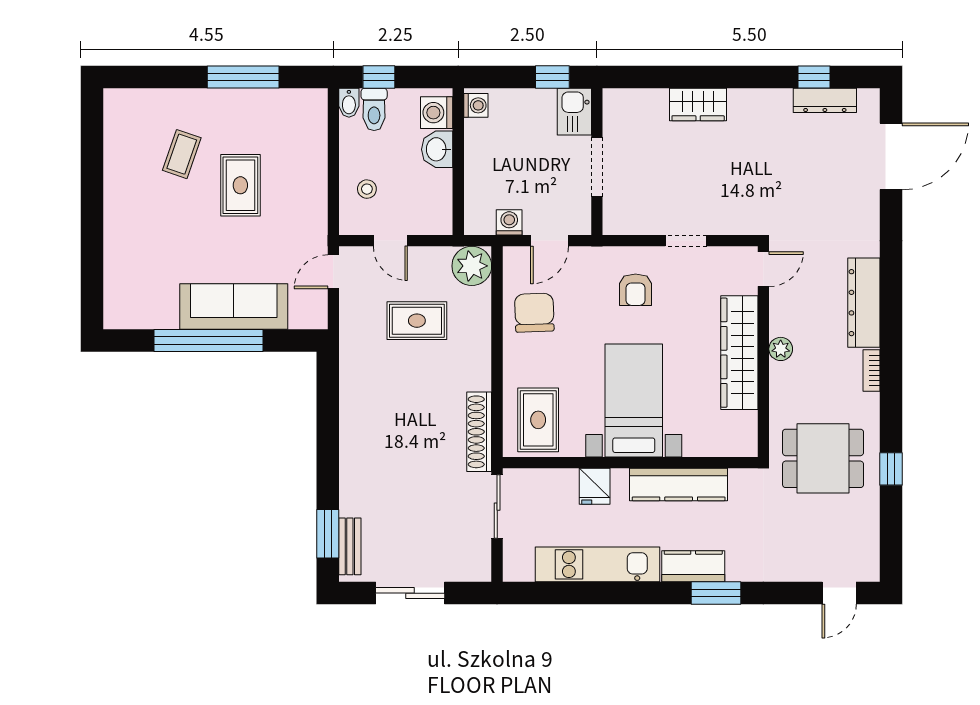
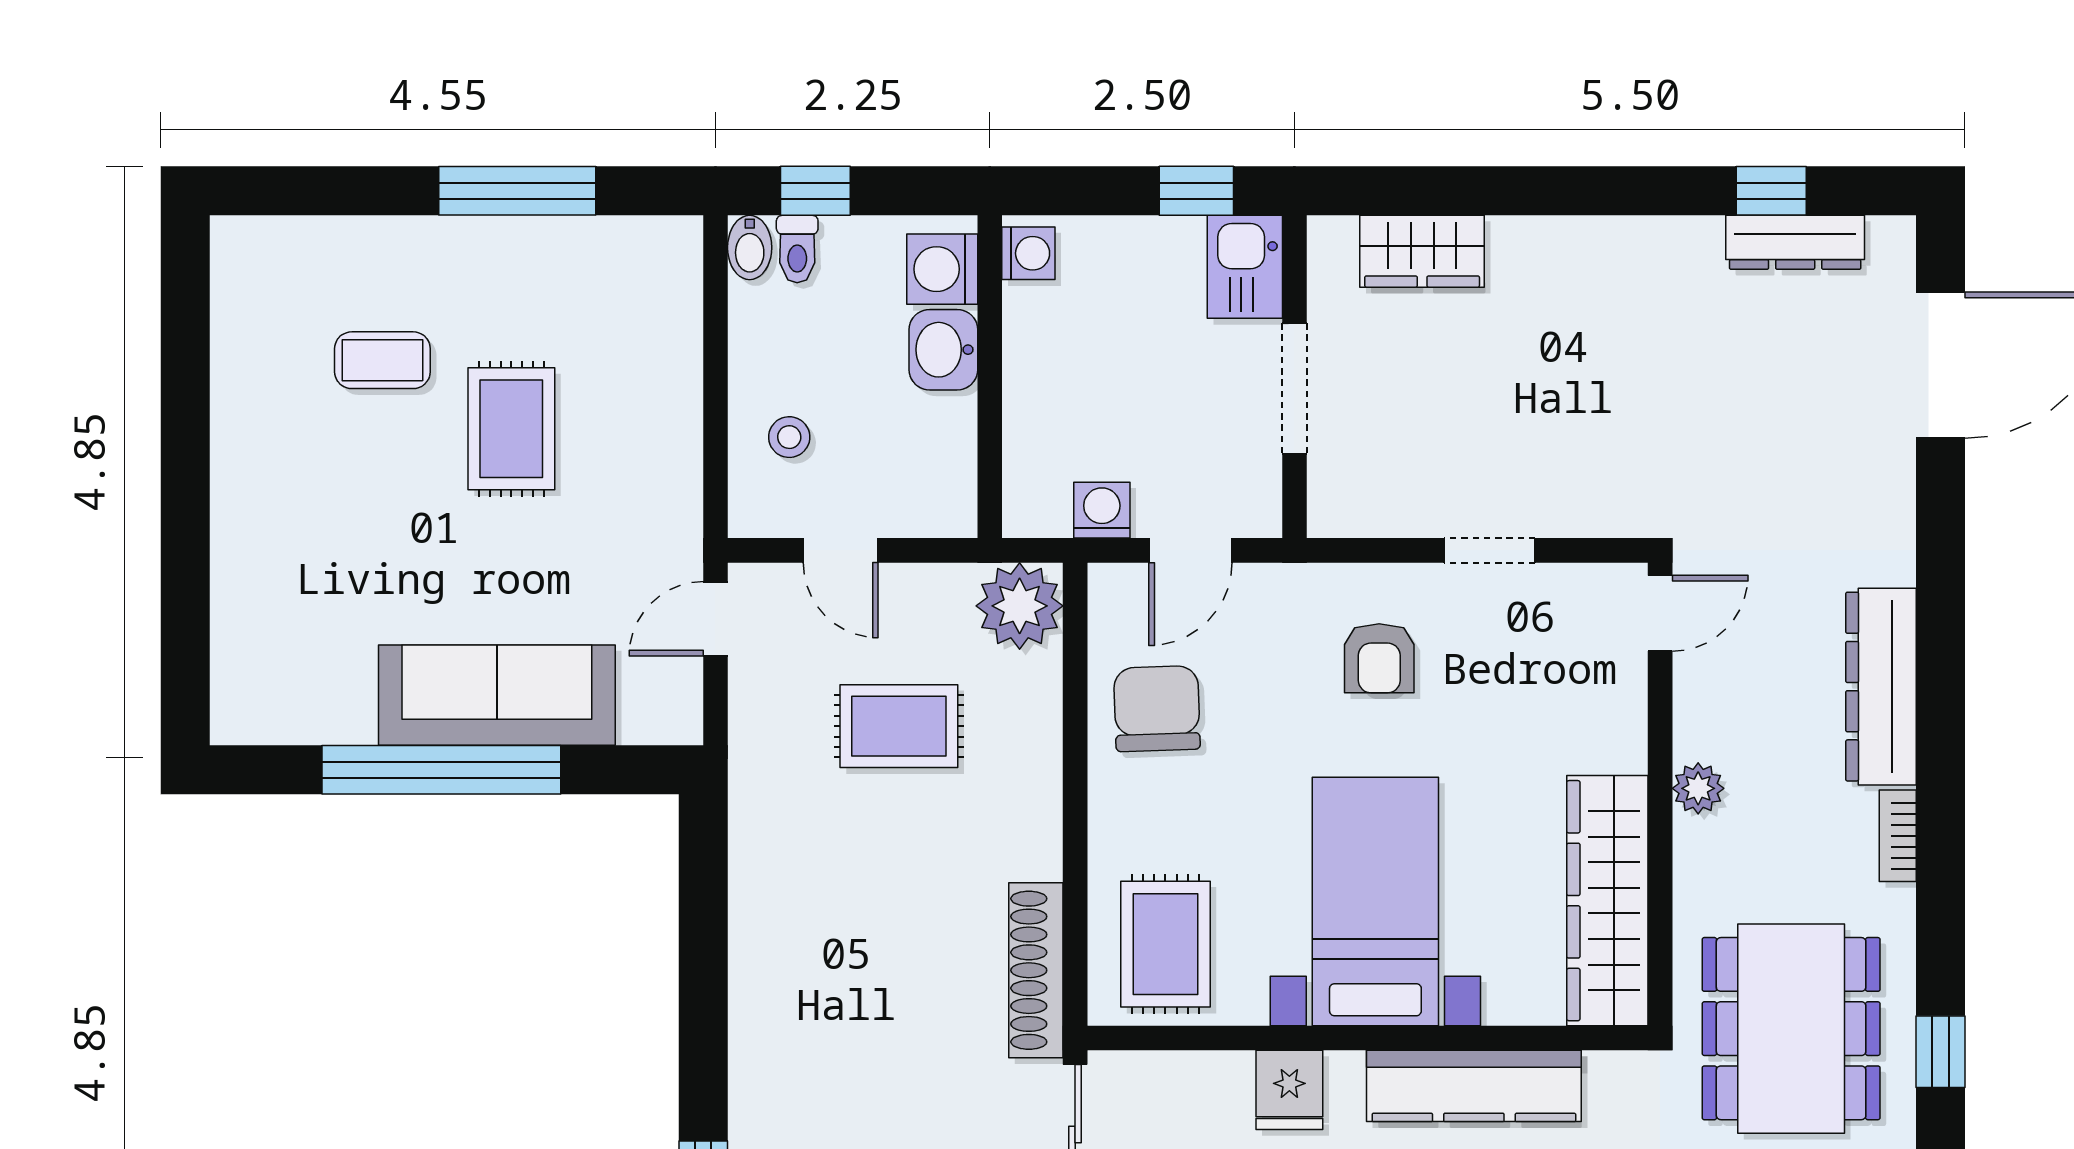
wardrobe: (698, 104) -> (1422, 251), moved
toilet: (374, 109) -> (797, 249), width x0.73, depth x0.72
coffee table: (182, 154) -> (382, 360), turned 71
wardrobe: (739, 353) -> (1607, 901), moved
dining table: (823, 458) -> (1791, 1029), width x1.37

